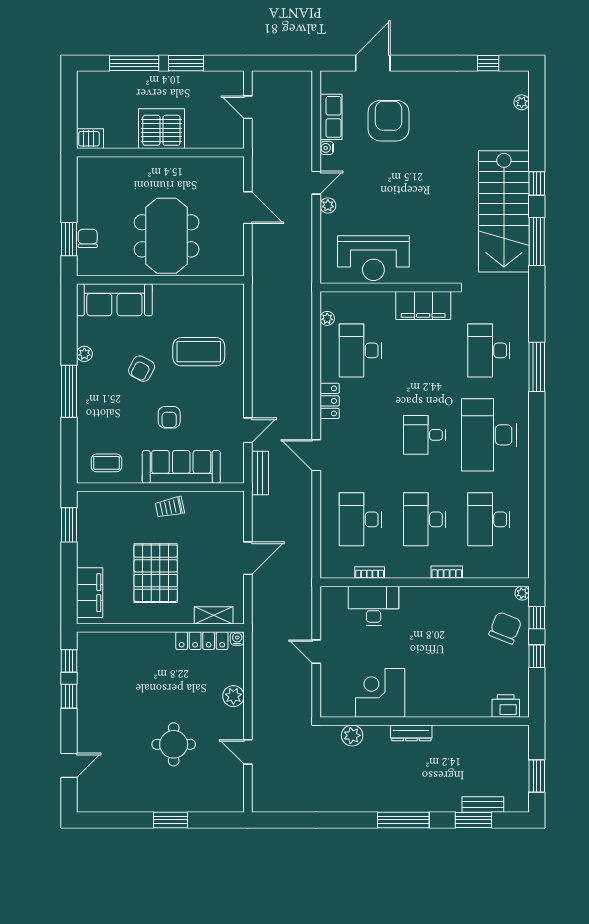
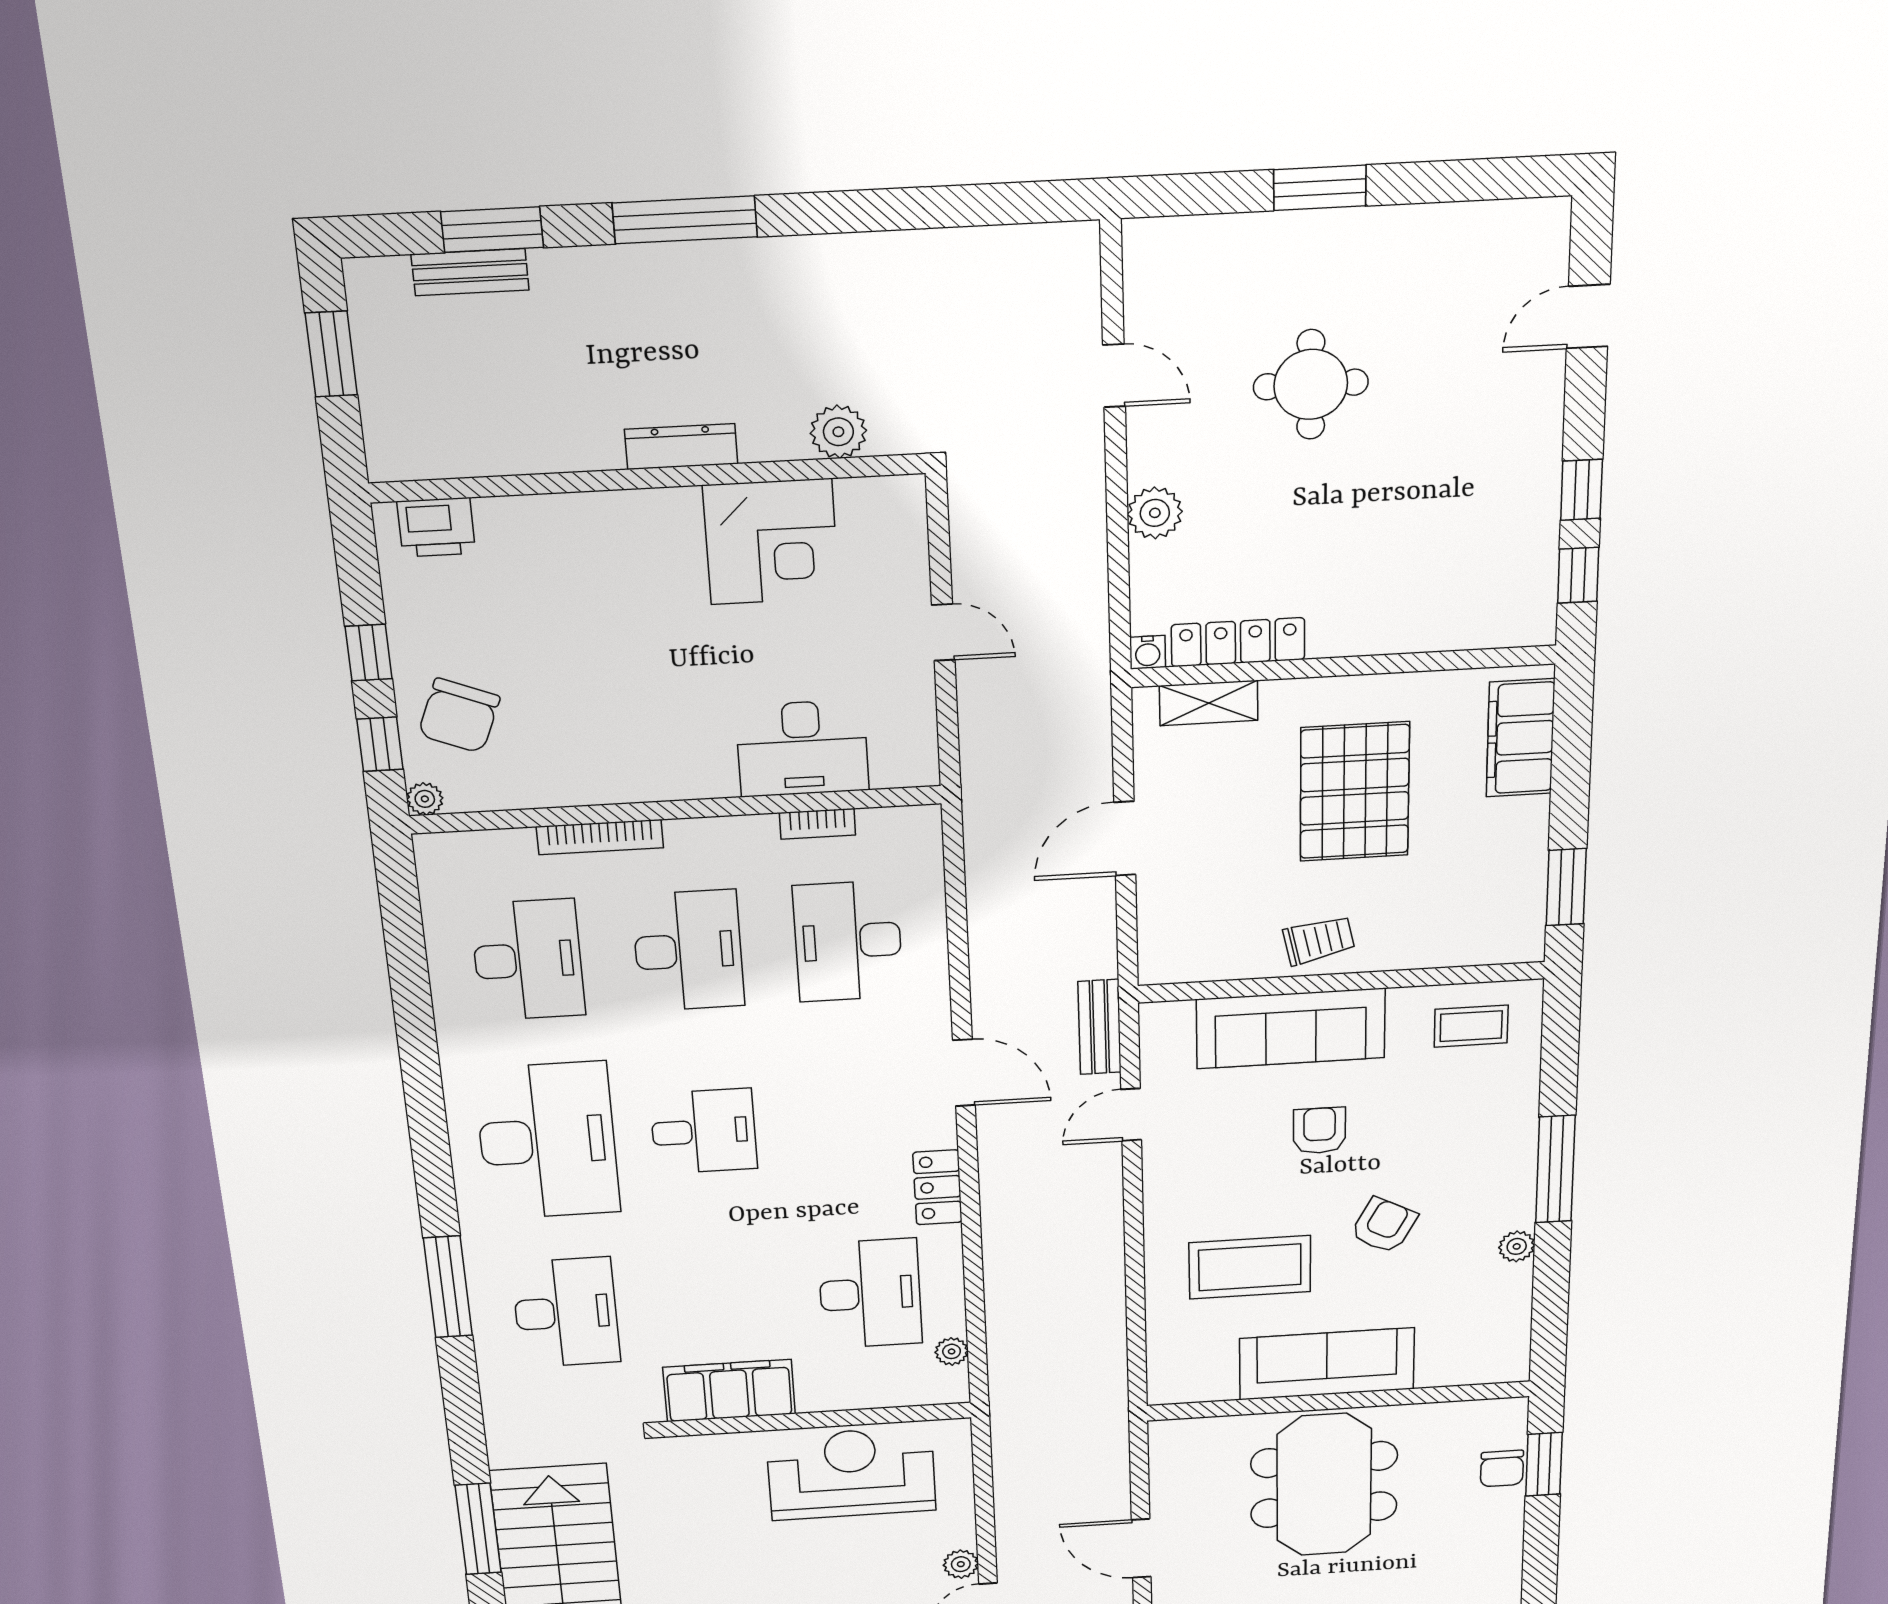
sofa: (114, 300) -> (1327, 1364), moved
desk: (360, 519) -> (848, 941), turned 180
bookcase: (447, 572) -> (600, 837), width x1.56

